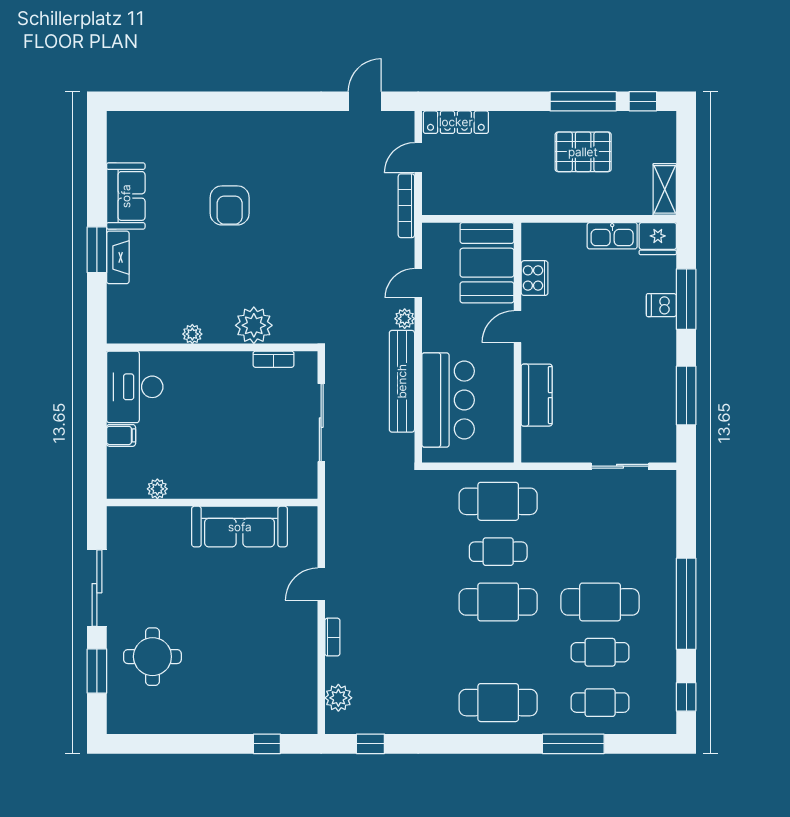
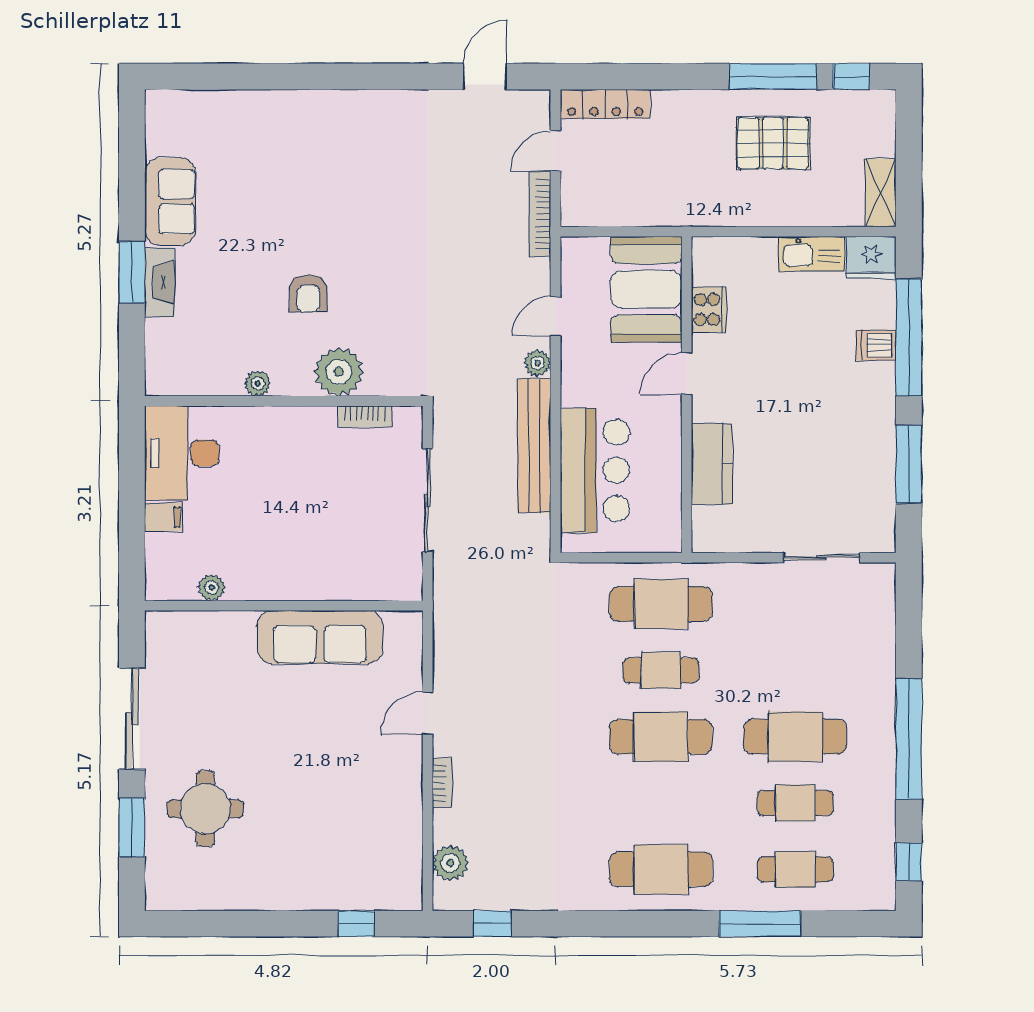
armchair: (230, 205) -> (308, 293), moved, width x0.72, depth x0.72
window: (686, 299) -> (909, 337), width x1.46

